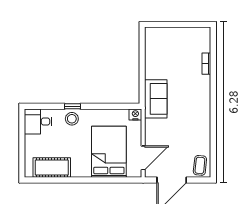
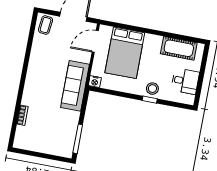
window: (142, 49) -> (78, 139), added
sofa: (156, 99) -> (75, 86), width x1.36
desk: (38, 122) -> (185, 81), moved

